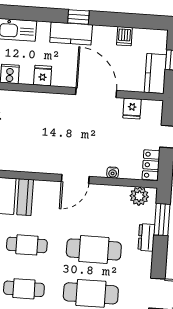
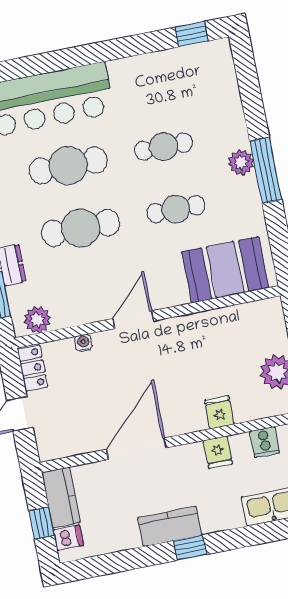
kitchen counter: (71, 34) -> (170, 526), moved
dishwasher: (124, 36) -> (68, 538), moved, turned 90
door: (96, 93) -> (137, 449), swing flipped
fridge: (132, 108) -> (219, 412), moved

